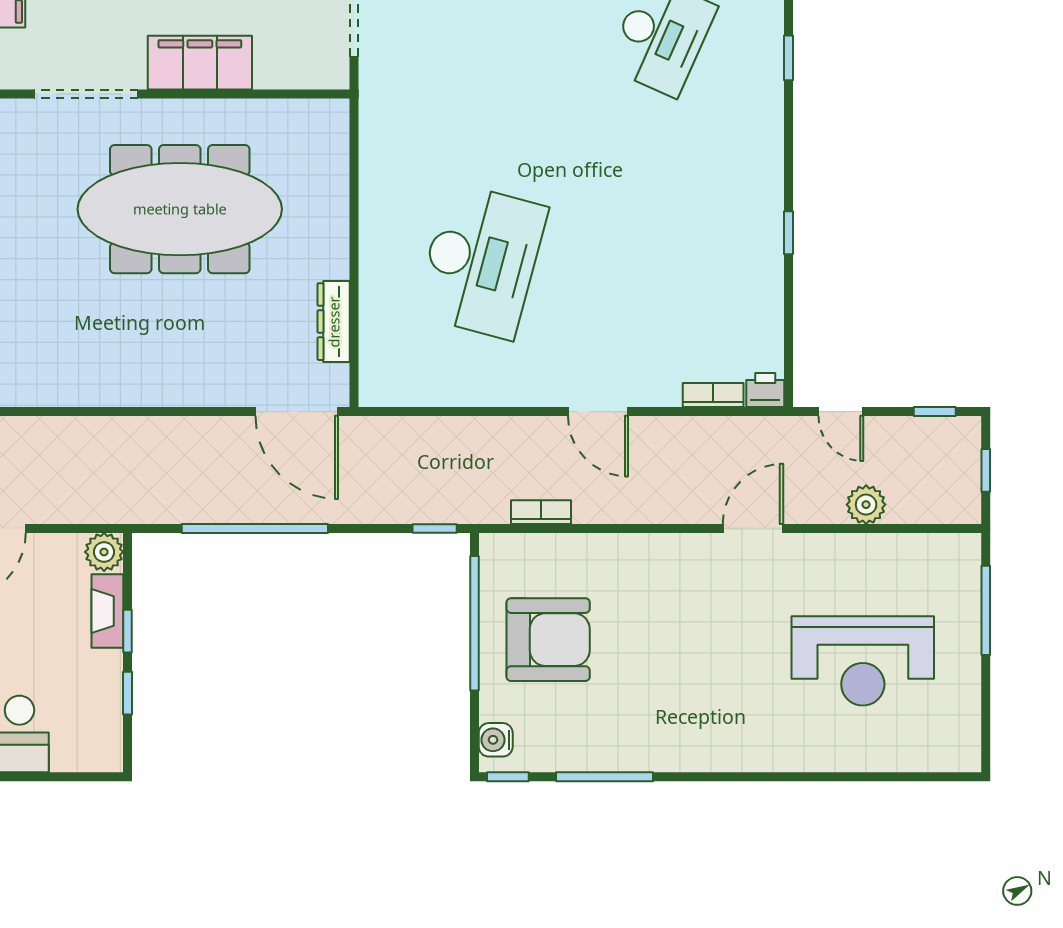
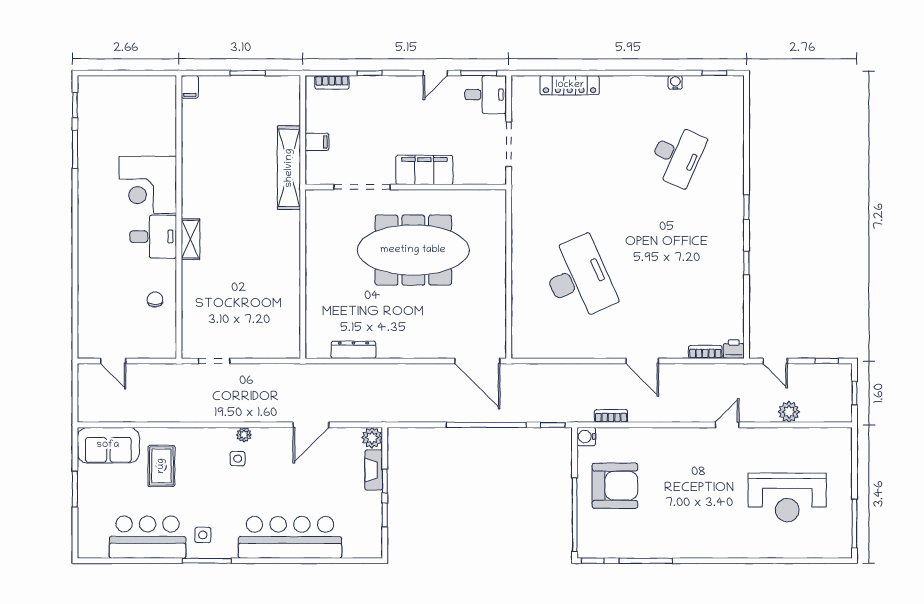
window: (788, 58) -> (746, 207), moved
desk: (481, 261) -> (578, 278), turned -39
dresser: (334, 322) -> (353, 350), moved, turned 90
window: (255, 528) -> (486, 425), moved
door: (753, 528) -> (727, 425), width x0.73
window: (986, 610) -> (854, 524), moved
window: (474, 623) -> (575, 515), moved
water cooler: (496, 740) -> (586, 437), moved

